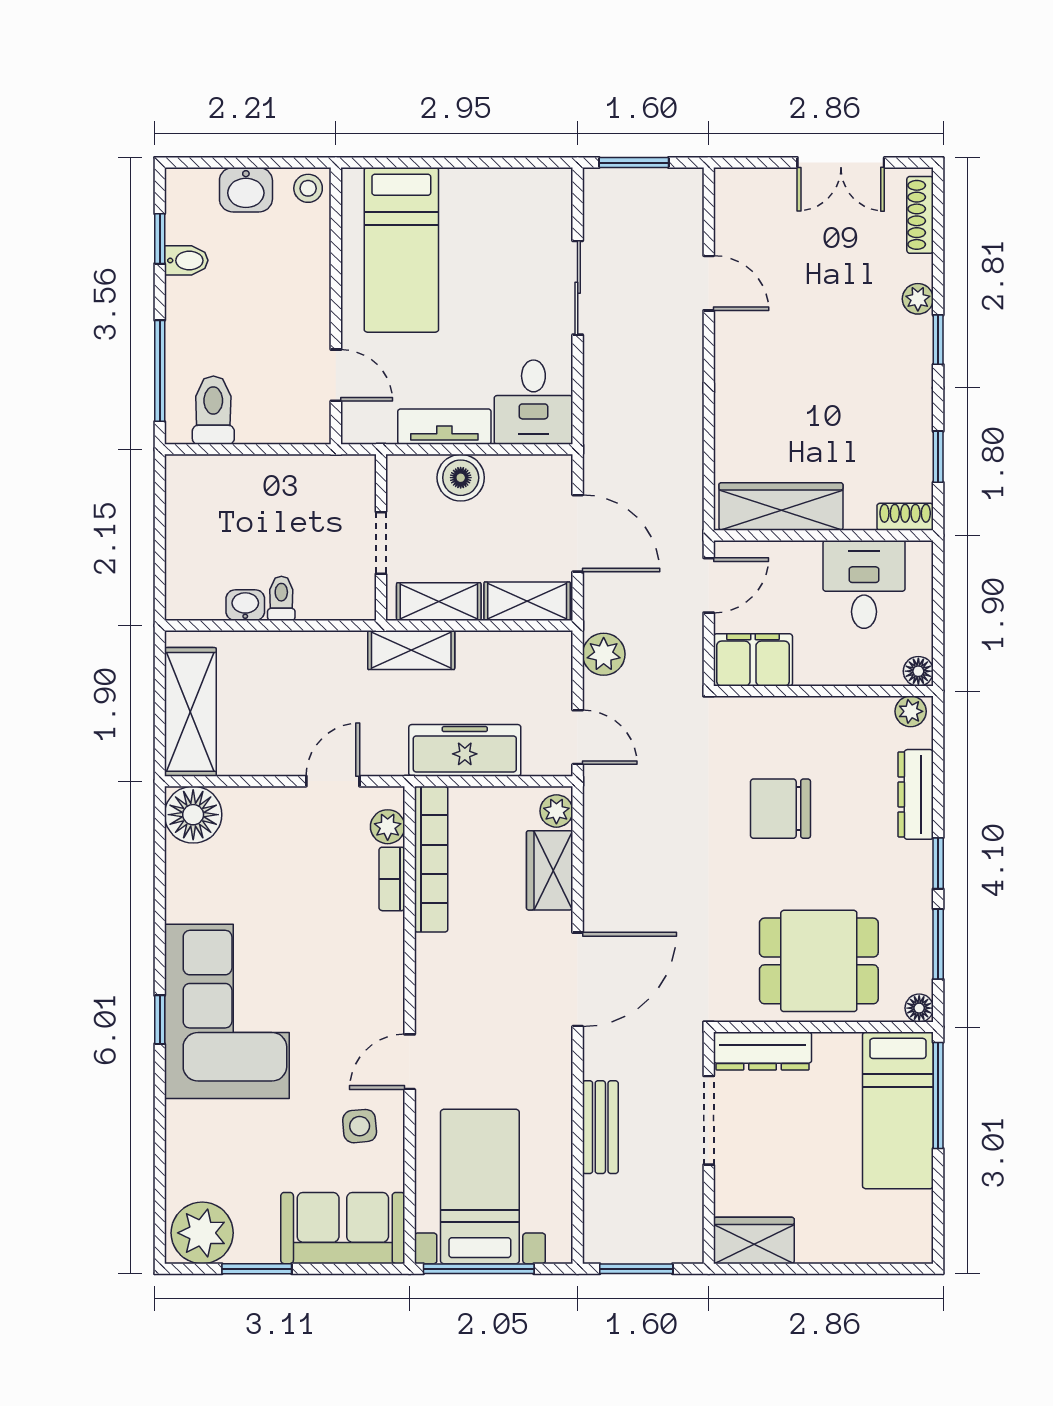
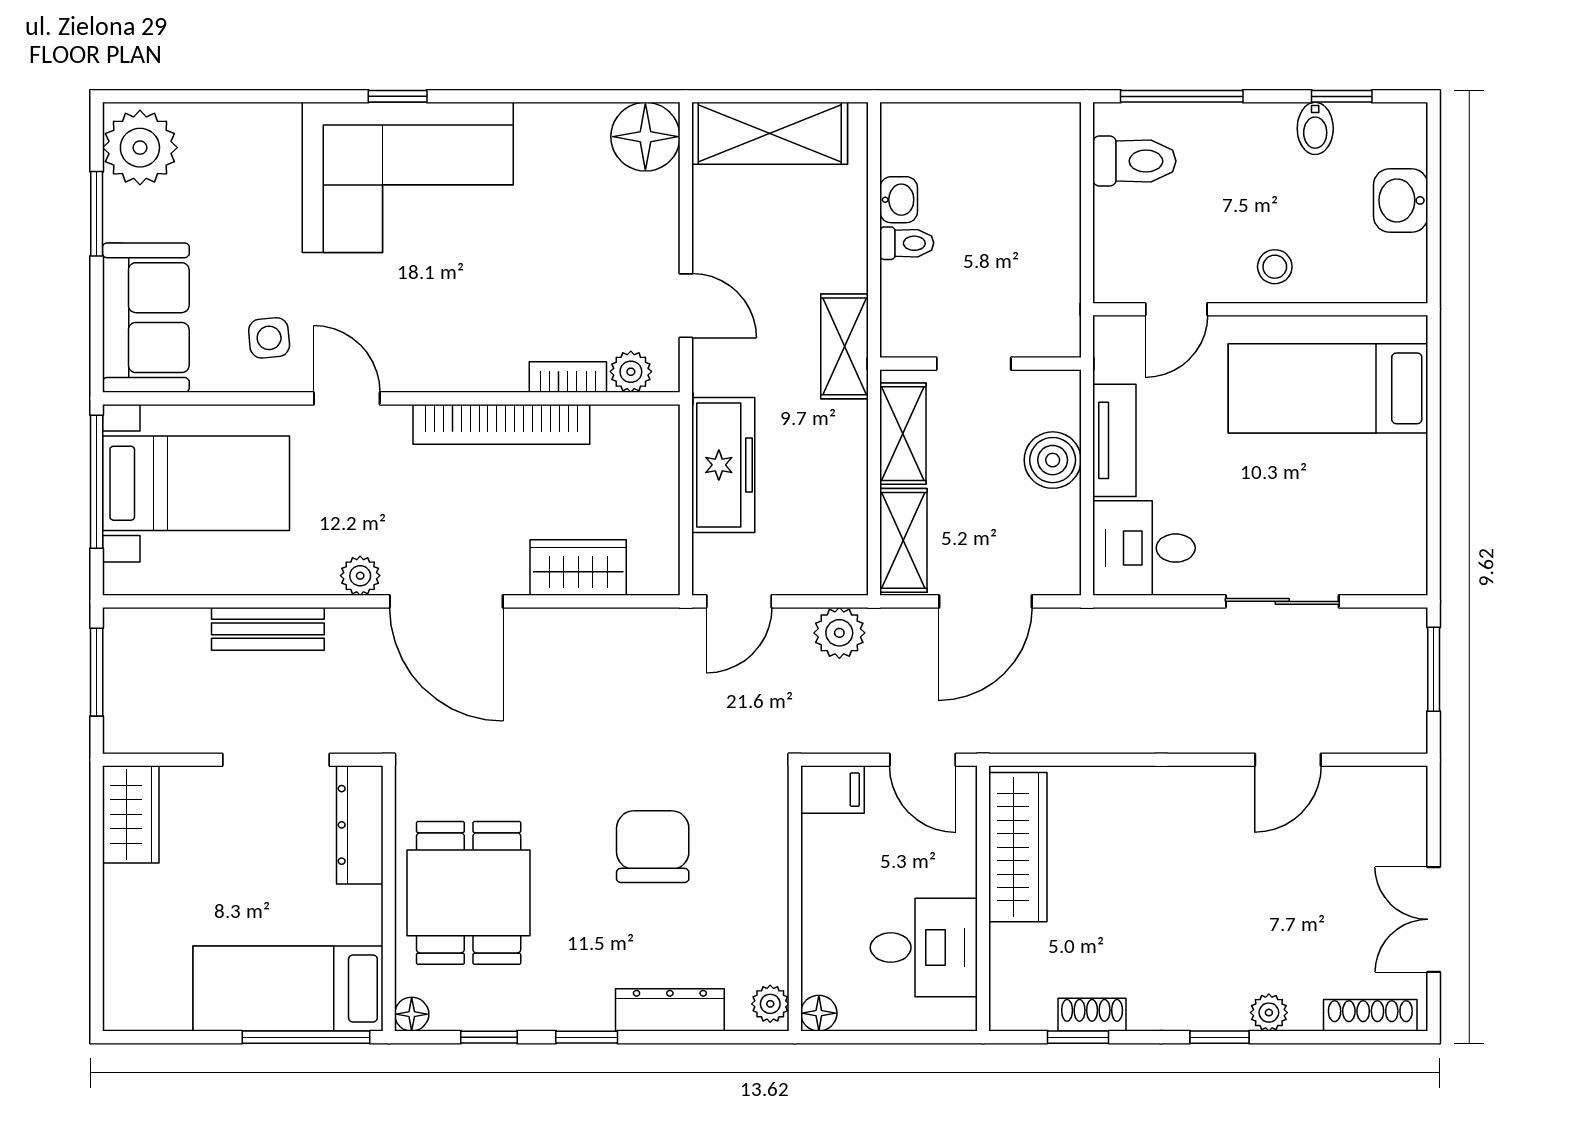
stool: (308, 188) -> (1275, 267), moved
shoe rack: (905, 517) -> (1092, 1015), moved, turned -90
shelving: (411, 650) -> (844, 346), moved
filing cabinet: (753, 660) -> (832, 790), width x0.50
plant: (556, 811) -> (360, 576), moved
bookcase: (431, 859) -> (501, 424), moved
window: (938, 944) -> (489, 1037), width x0.67

